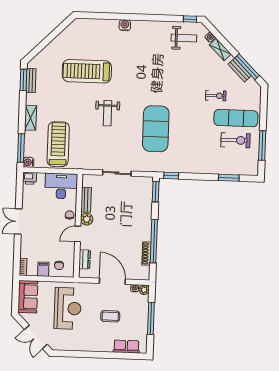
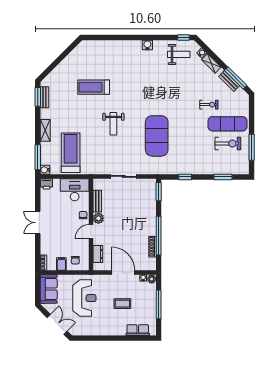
water cooler: (125, 25) -> (147, 45), moved
treadmill: (87, 71) -> (94, 87), width x0.73, depth x0.73
window: (171, 176) -> (185, 177), moved
double door: (36, 337) -> (57, 324), swing flipped

